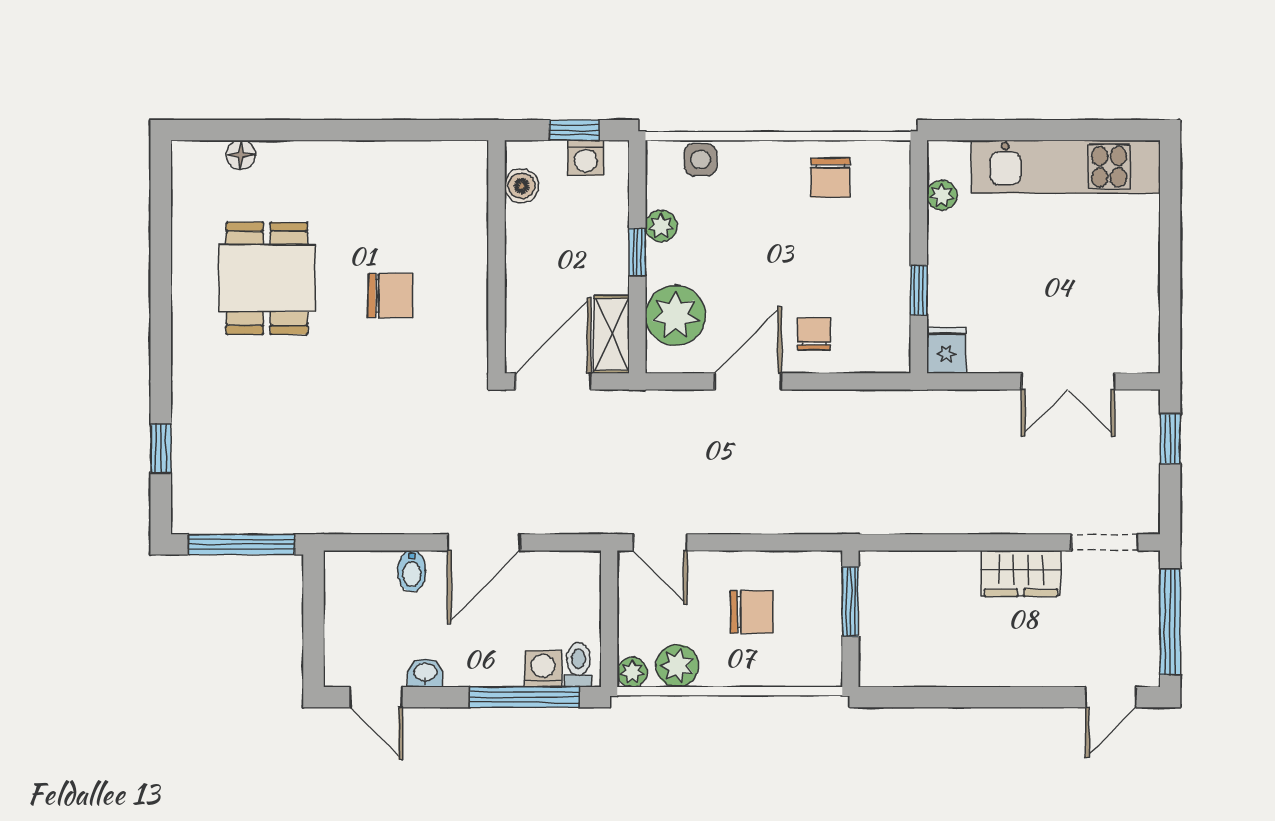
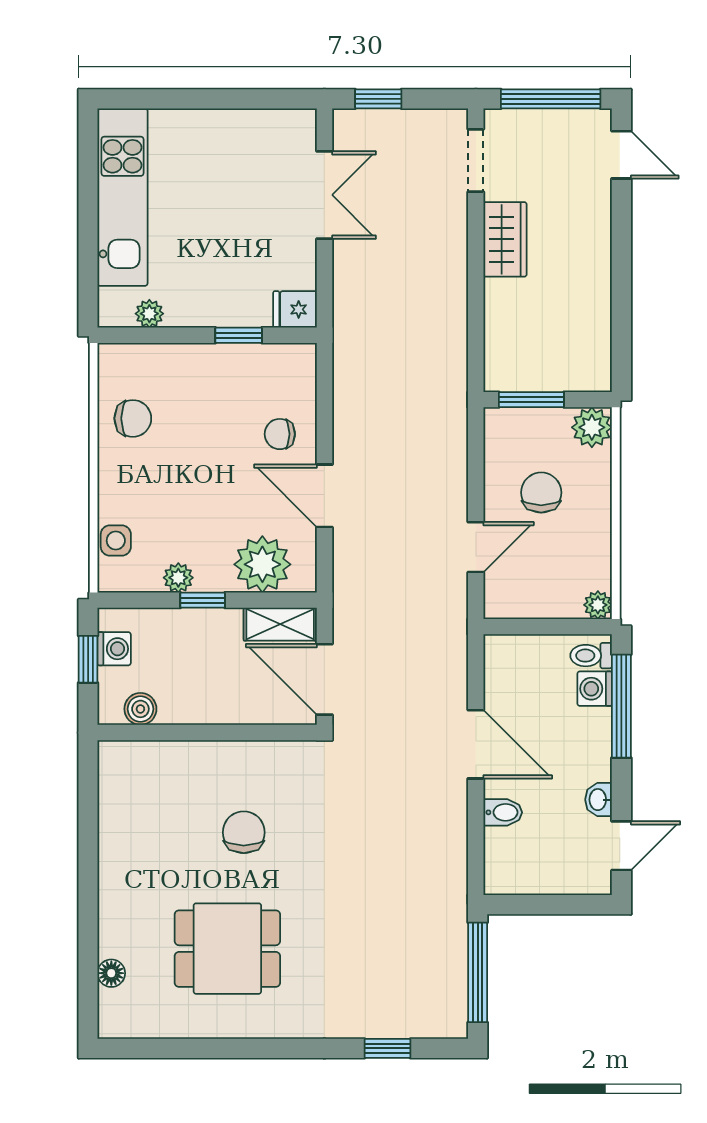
door: (660, 542) -> (476, 547), moved
plant: (677, 666) -> (592, 427), moved

